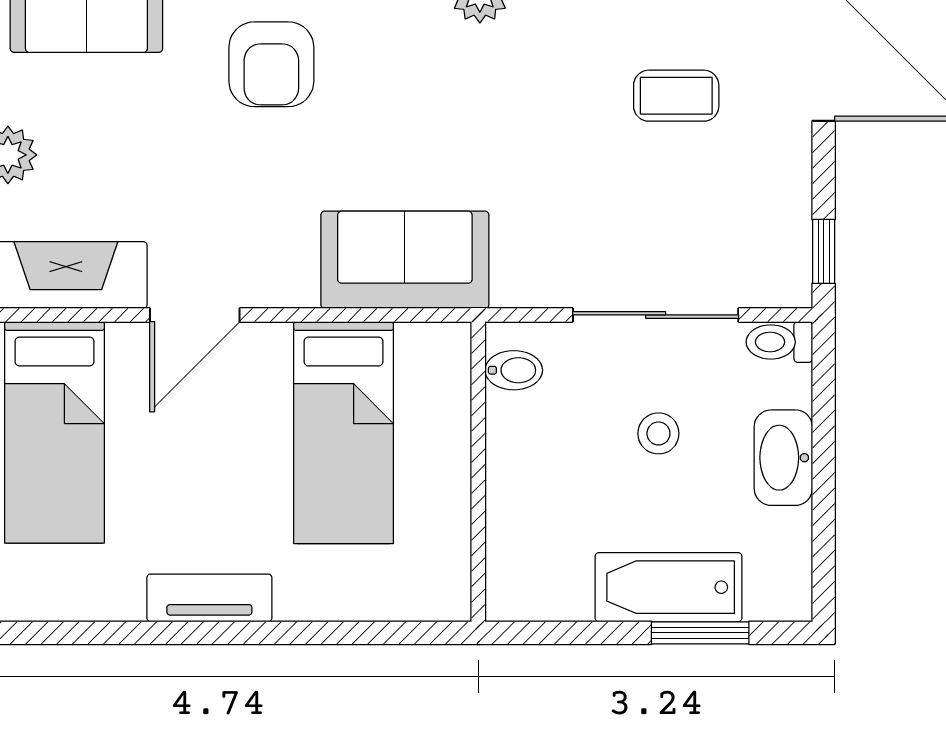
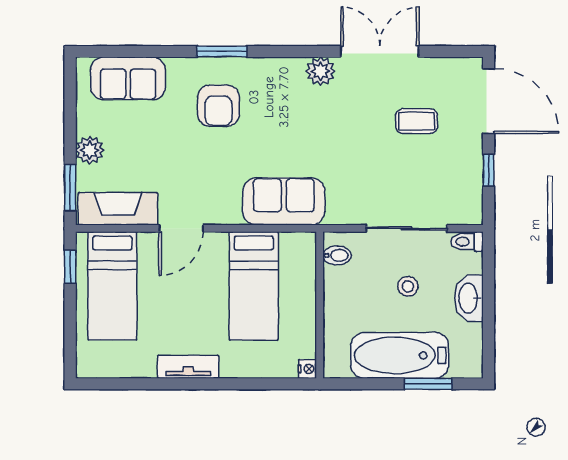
window: (824, 251) -> (489, 170), moved
bathtub: (669, 587) -> (400, 355), width x1.36, depth x1.36
nightstand: (453, 602) -> (307, 369), added

